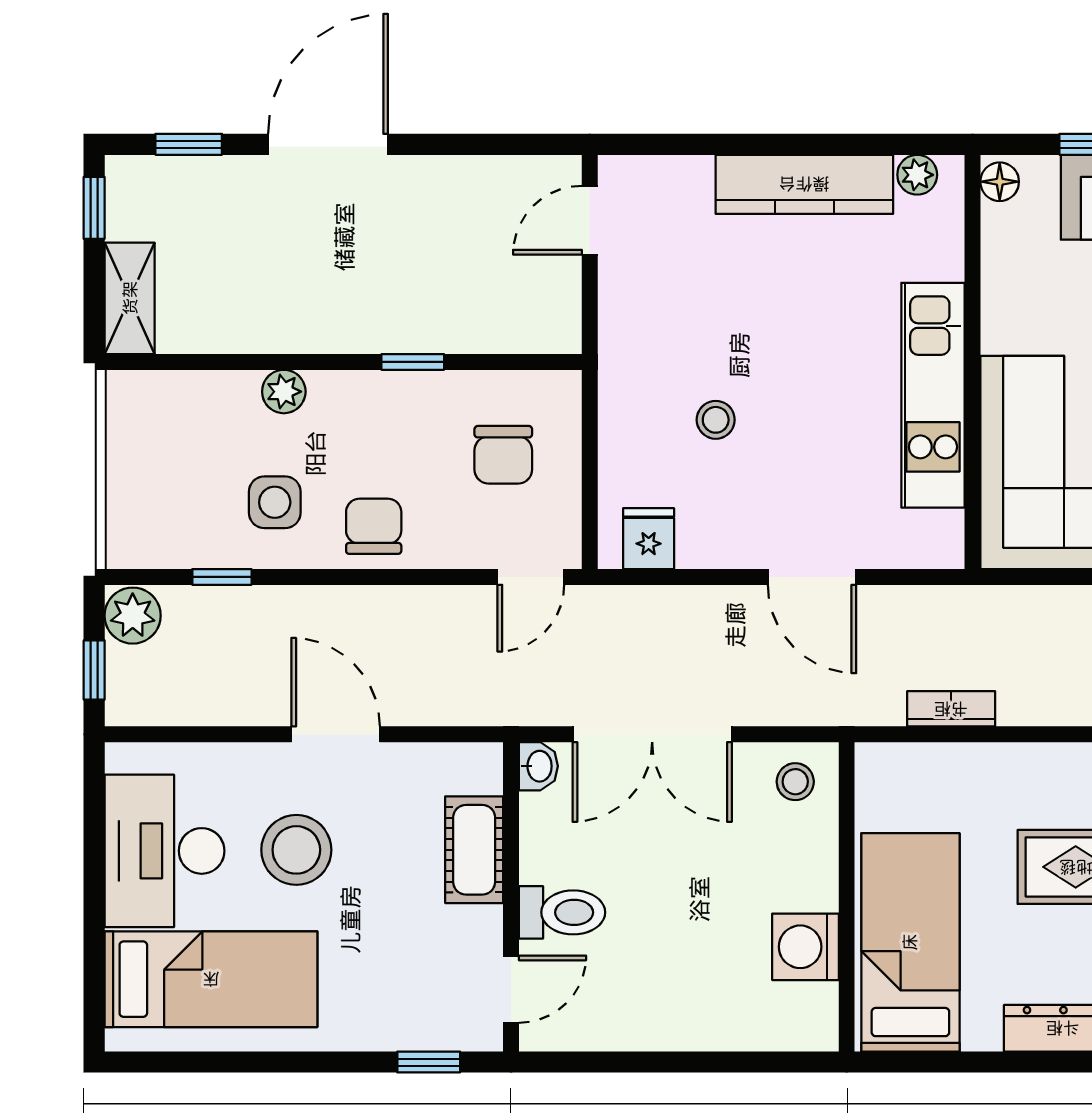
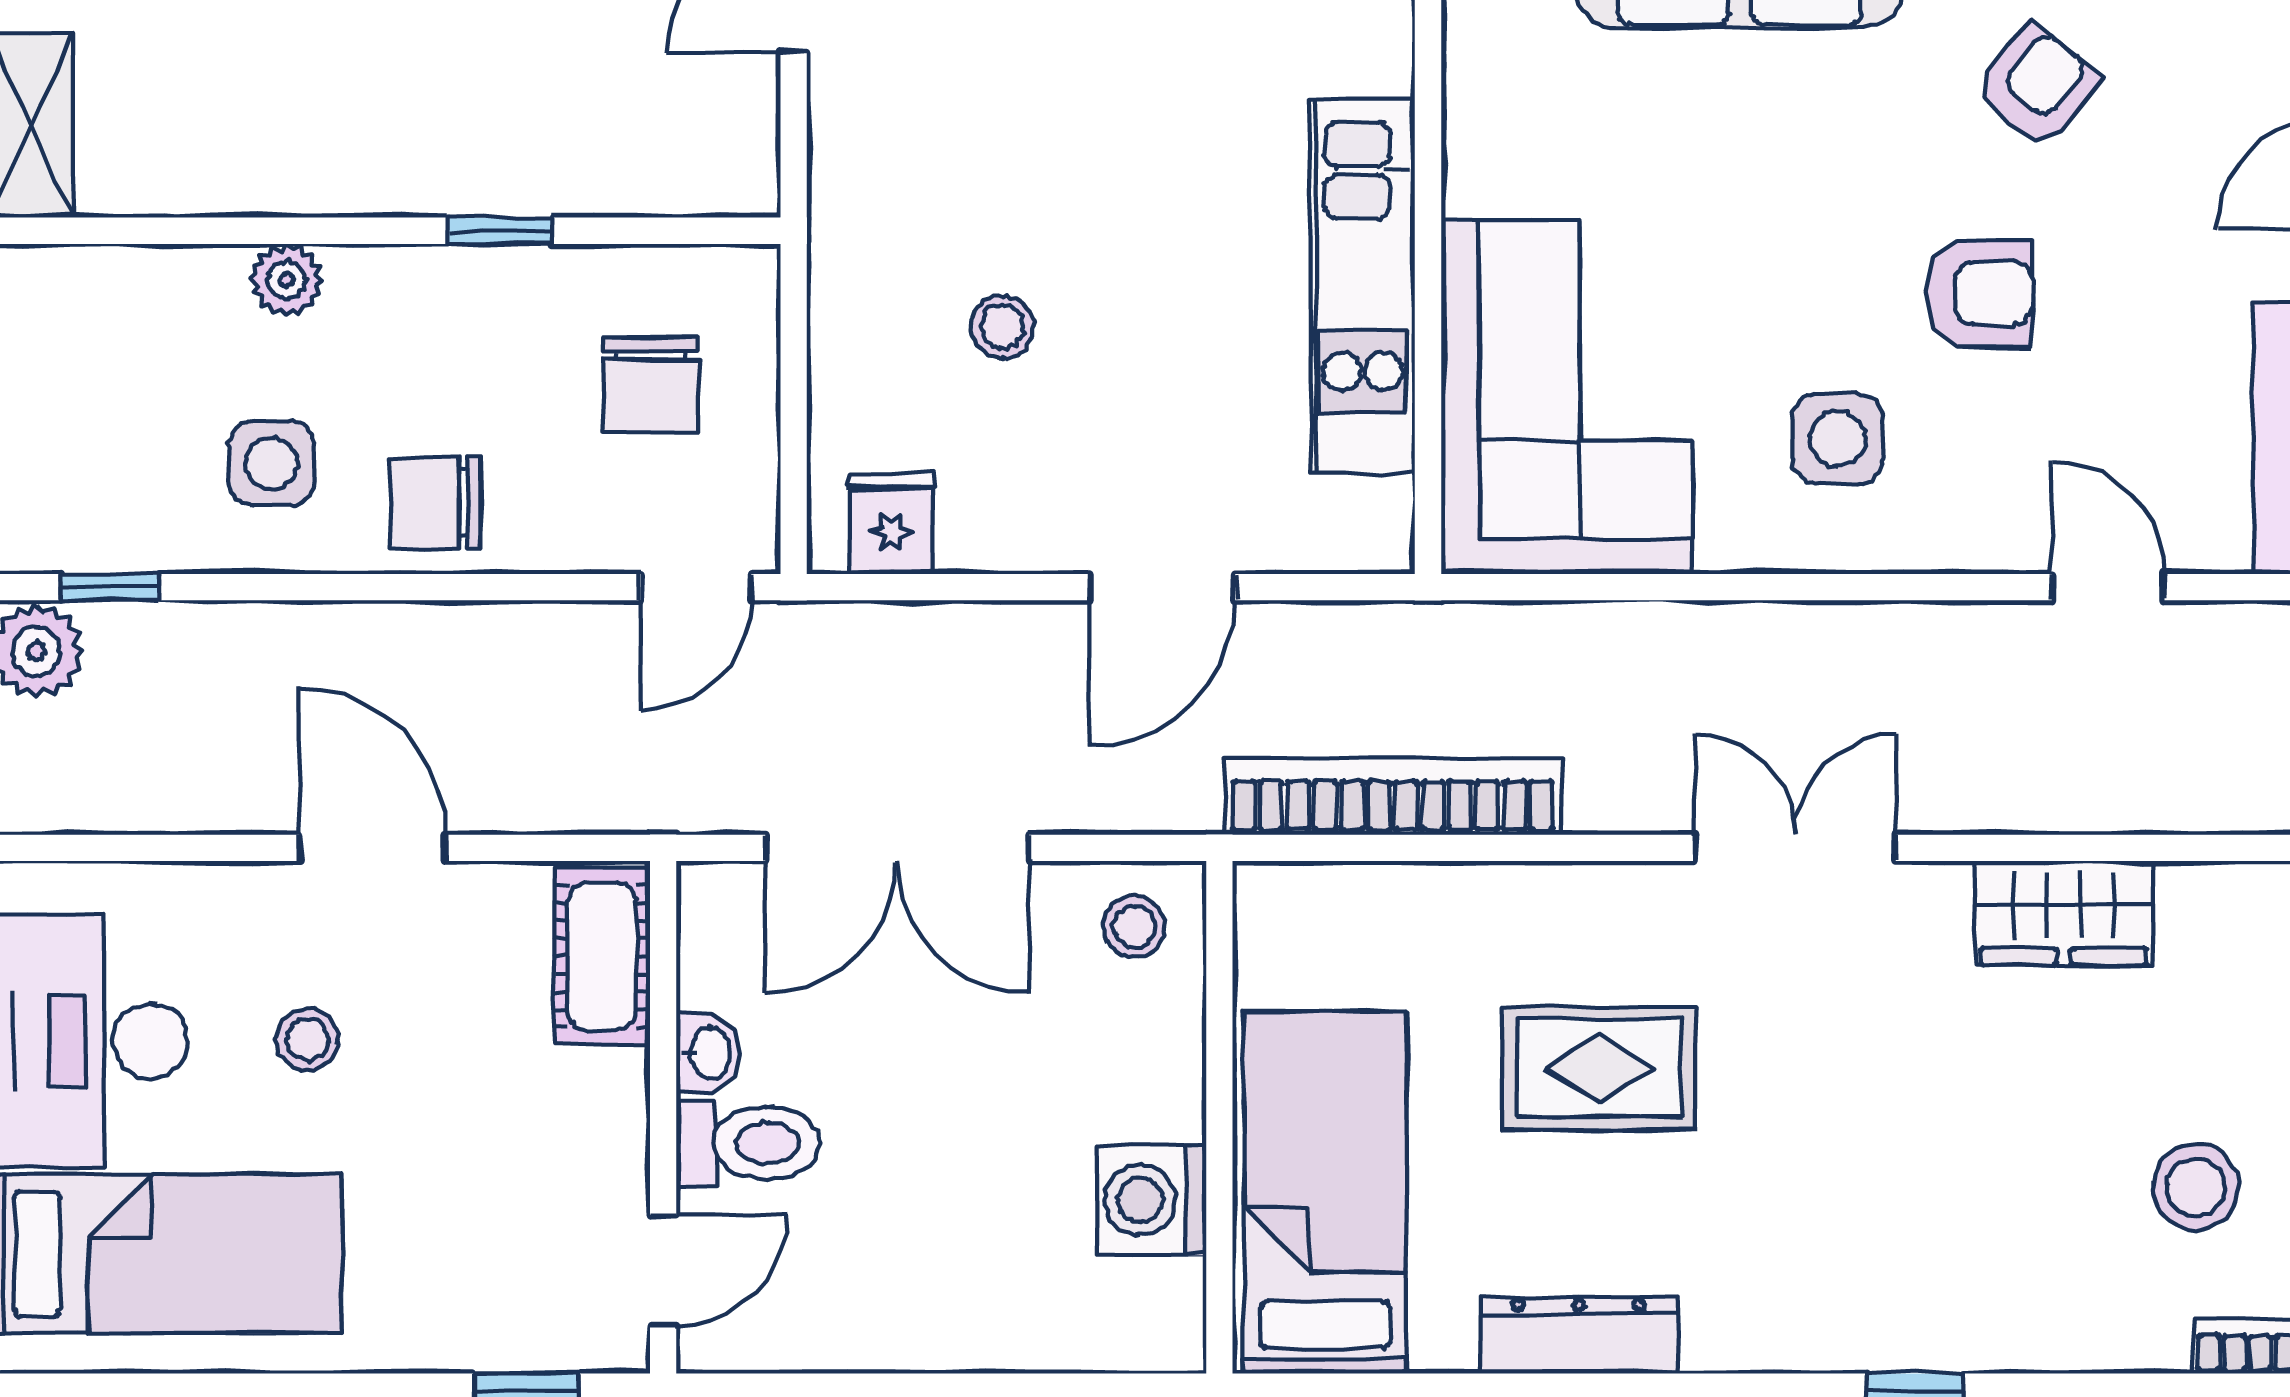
chair: (374, 526) -> (436, 503), turned -90
window: (222, 577) -> (110, 587), moved
door: (812, 577) -> (1162, 587), hinge flipped
bookcase: (951, 709) -> (1393, 796), width x2.31, depth x1.31
washbasin: (538, 766) -> (708, 1053), moved
stool: (296, 850) -> (307, 1040), width x0.53, depth x0.53
cot: (474, 850) -> (602, 956), moved

